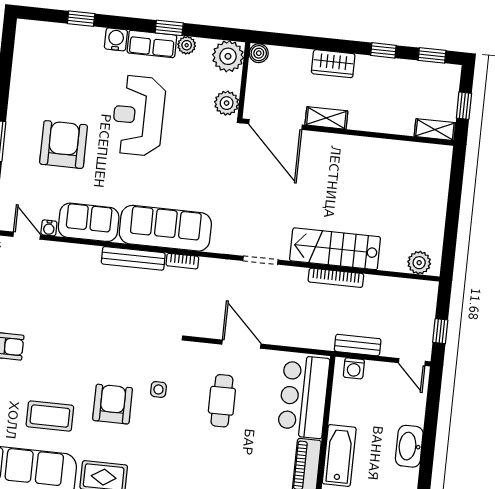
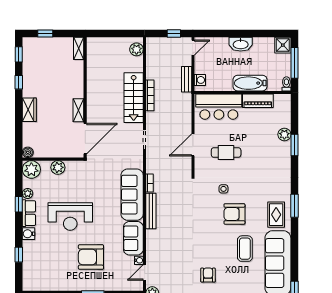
shelving: (326, 118) -> (78, 110), moved
door: (275, 124) -> (85, 139), moved
shelving: (435, 130) -> (79, 48), moved
wall: (348, 132) -> (85, 97), moved

